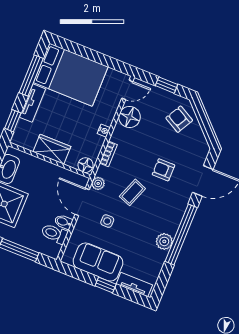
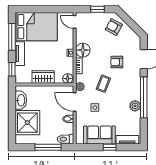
door: (127, 90) -> (75, 22), swing flipped
floor lamp: (130, 117) -> (83, 50), moved
toilet: (54, 234) -> (66, 139), moved

